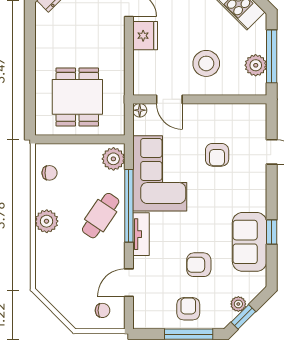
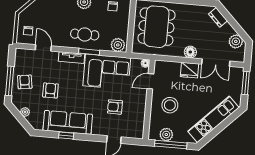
floor lamp: (115, 37) -> (190, 52), added
dining table: (77, 97) -> (156, 27), width x1.38
window: (129, 206) -> (89, 52), width x0.47
cafe table: (101, 216) -> (85, 34), turned -34
sofa: (250, 242) -> (68, 122), width x1.36
armchair: (188, 309) -> (25, 82), turned -98
window: (243, 317) -> (17, 114), removed

